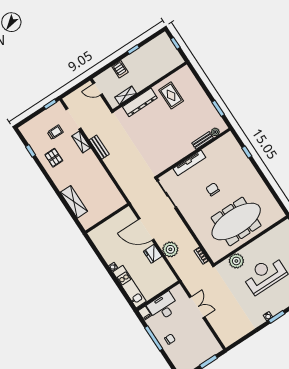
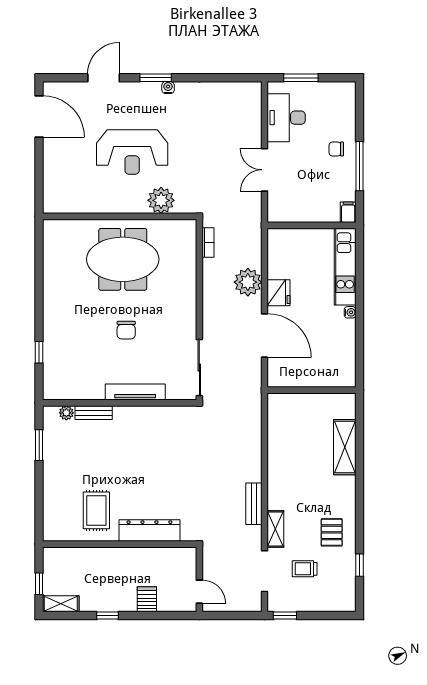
shelving: (126, 95) -> (61, 604), moved
meeting table: (236, 221) -> (123, 259), width x0.73
desk: (163, 307) -> (286, 118), moved, turned 90

